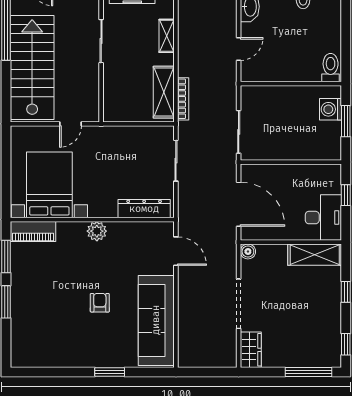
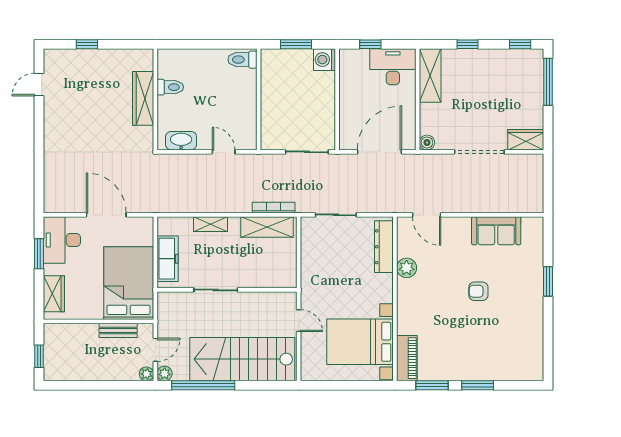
washing machine: (331, 109) -> (325, 60), moved, turned 90
plant: (97, 231) -> (407, 268), moved
door: (176, 251) -> (427, 215), swing flipped
sofa: (156, 320) -> (496, 231), width x0.54, depth x0.79

